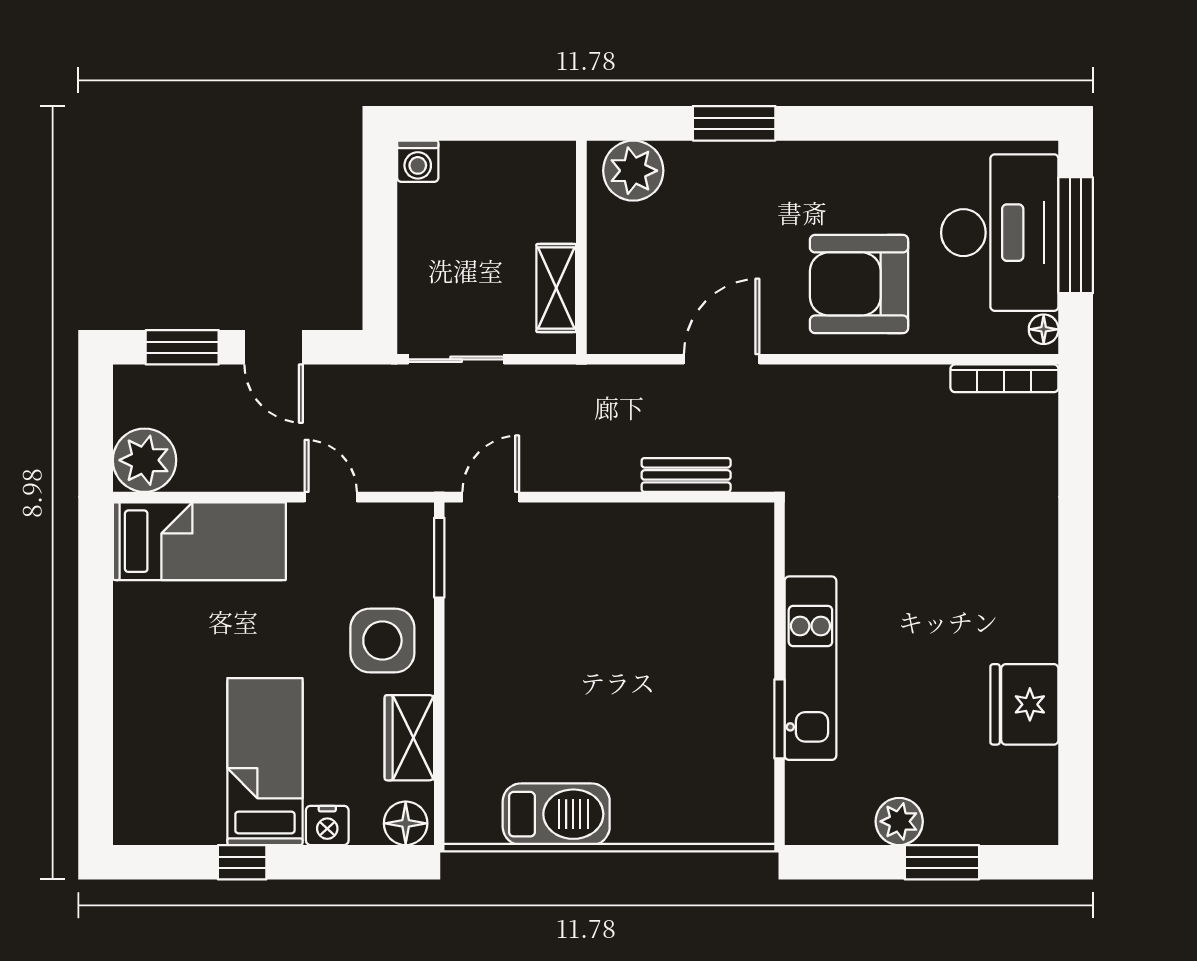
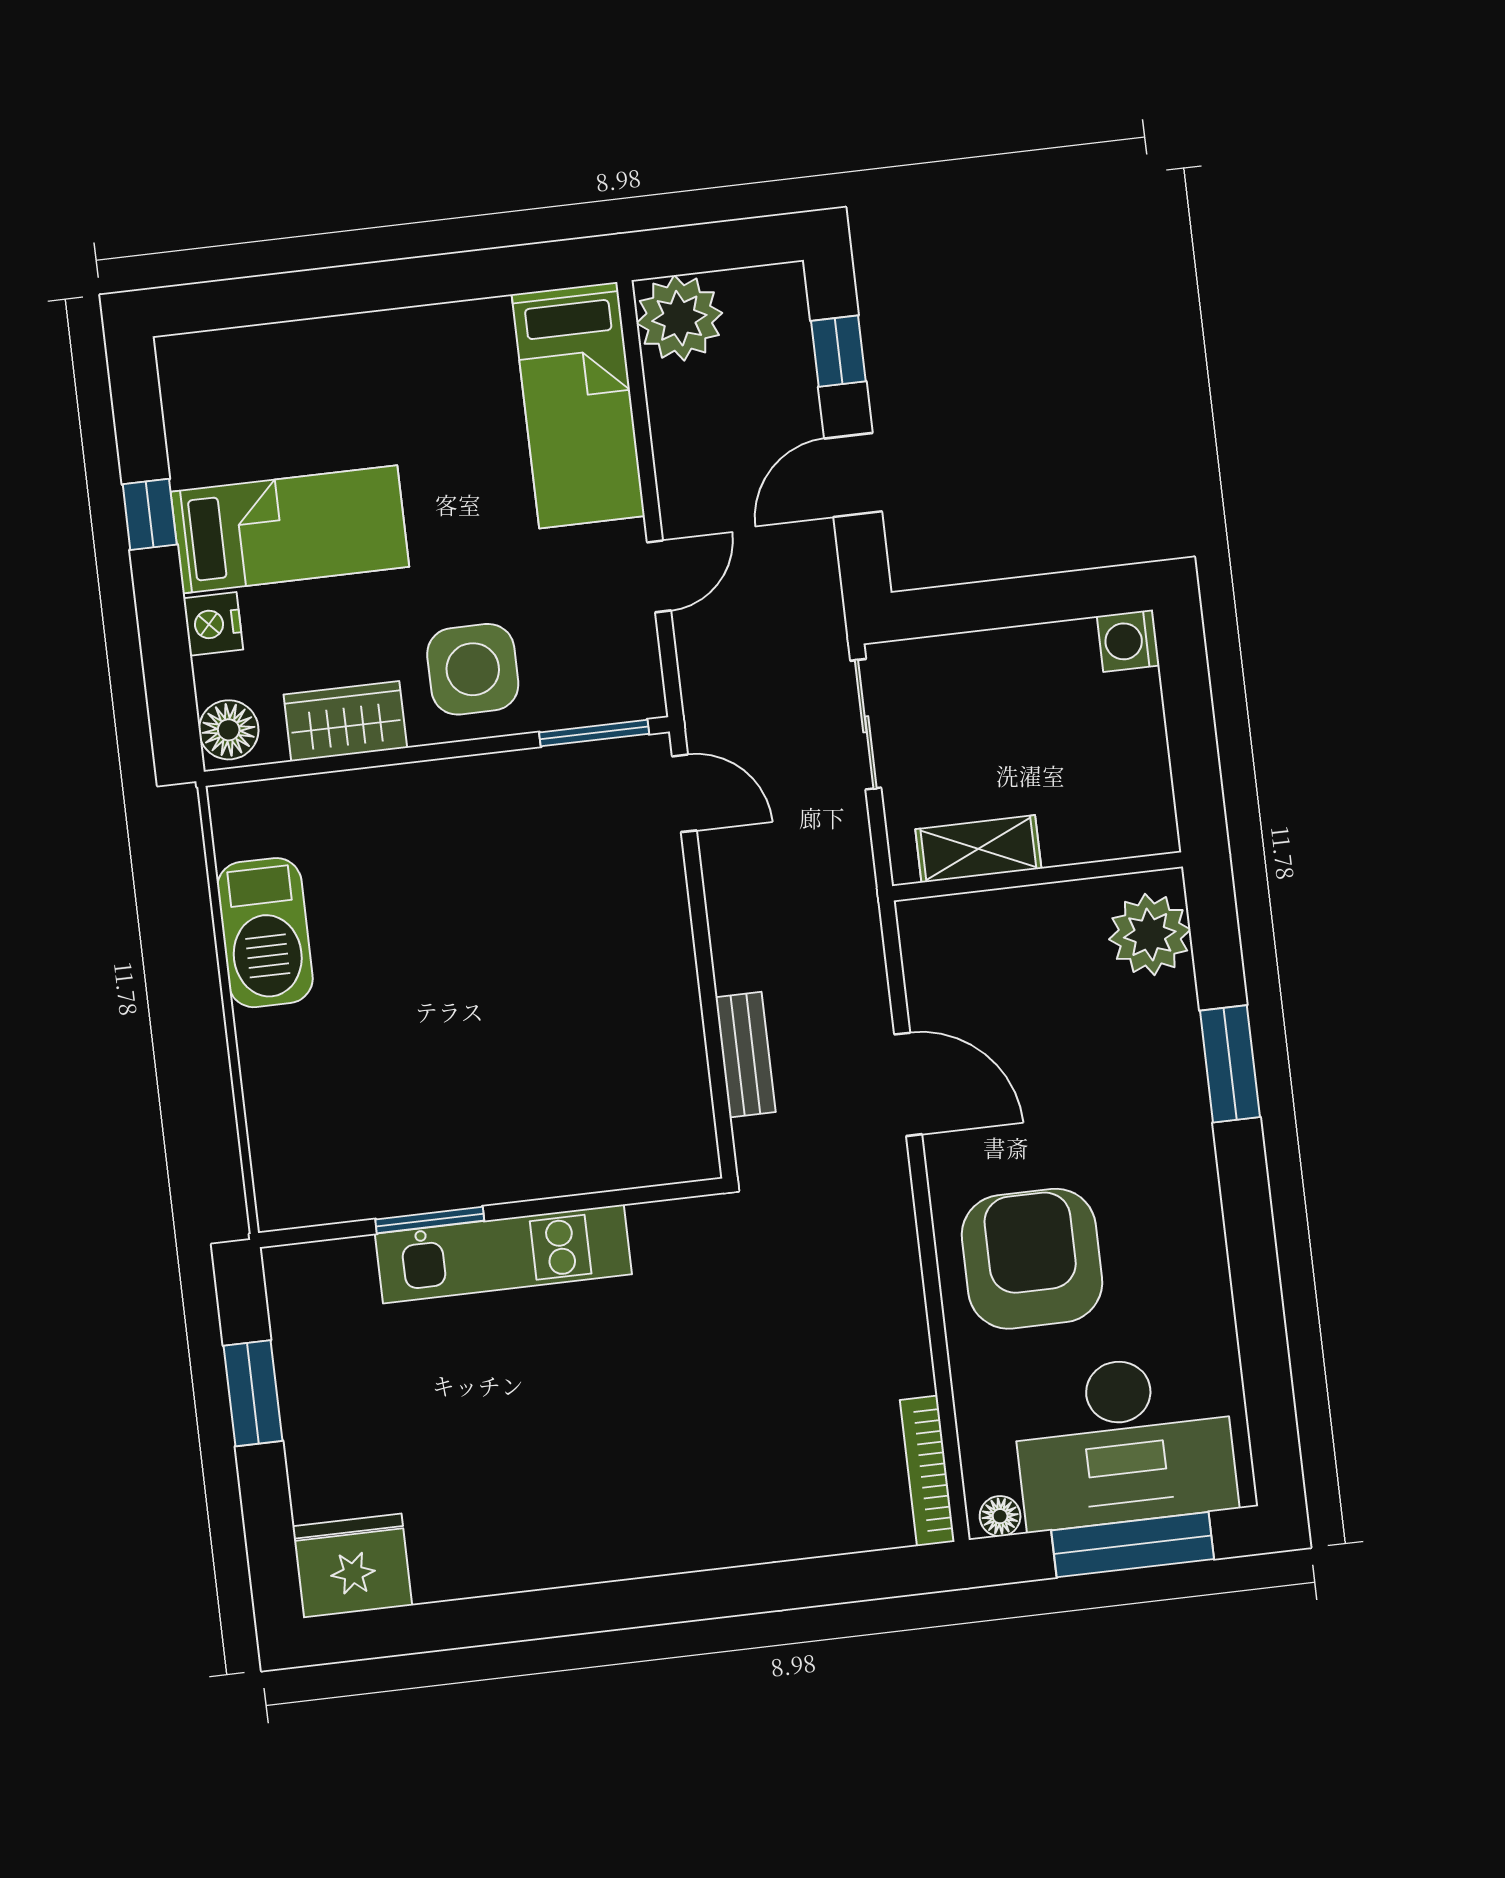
window: (182, 347) -> (838, 351), width x0.67
fridge: (1024, 704) -> (352, 1566), moved
plant: (899, 821) -> (310, 1399), removed
window: (942, 862) -> (253, 1393), moved

